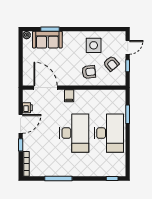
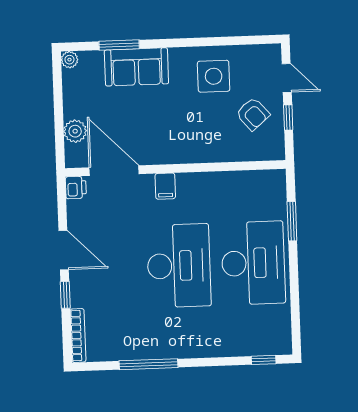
sofa: (47, 40) -> (136, 67), moved
door: (128, 47) -> (287, 78), hinge flipped
plant: (28, 69) -> (75, 131), added
armchair: (89, 72) -> (205, 134), removed
printer: (27, 108) -> (76, 188), moved
door: (21, 124) -> (64, 250), hinge flipped

